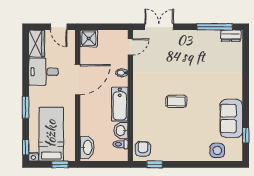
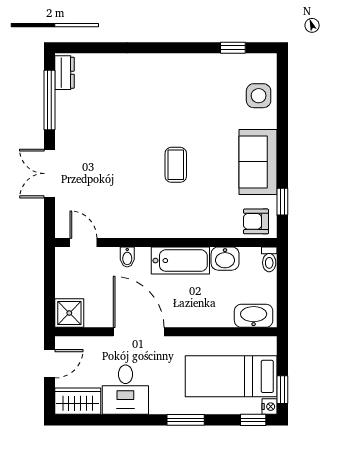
double door: (159, 27) -> (49, 174), moved
sofa: (231, 118) -> (258, 162), moved, turned 90
toilet: (120, 144) -> (269, 259), moved
window: (60, 164) -> (282, 390), moved

